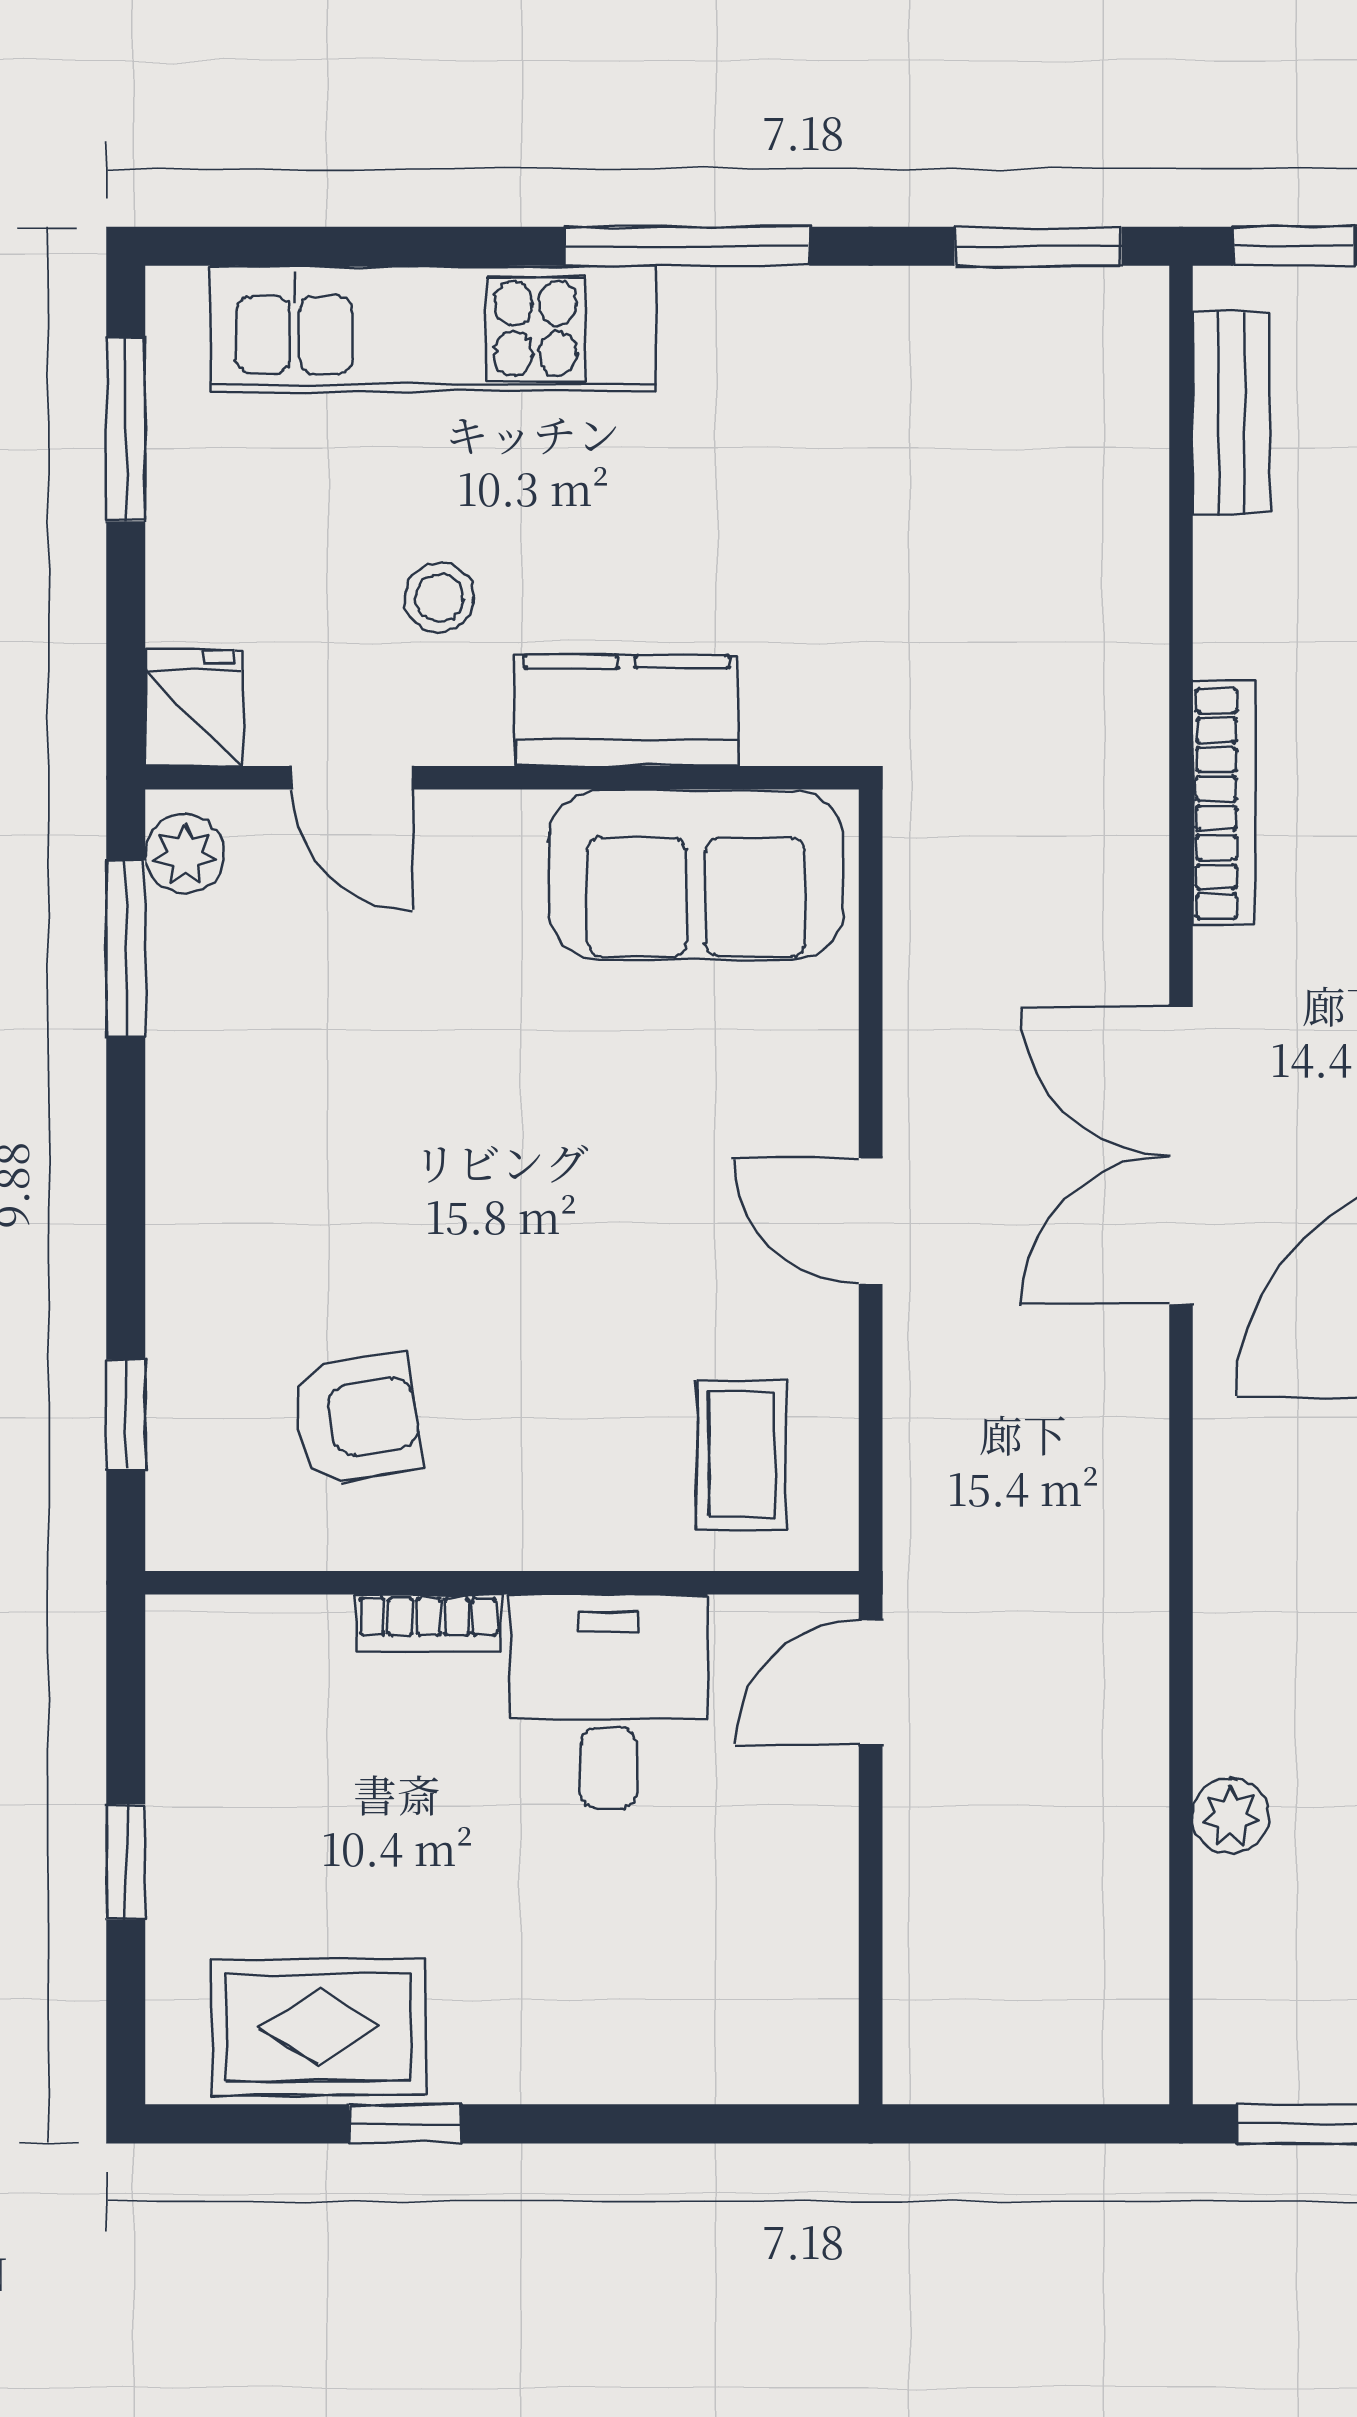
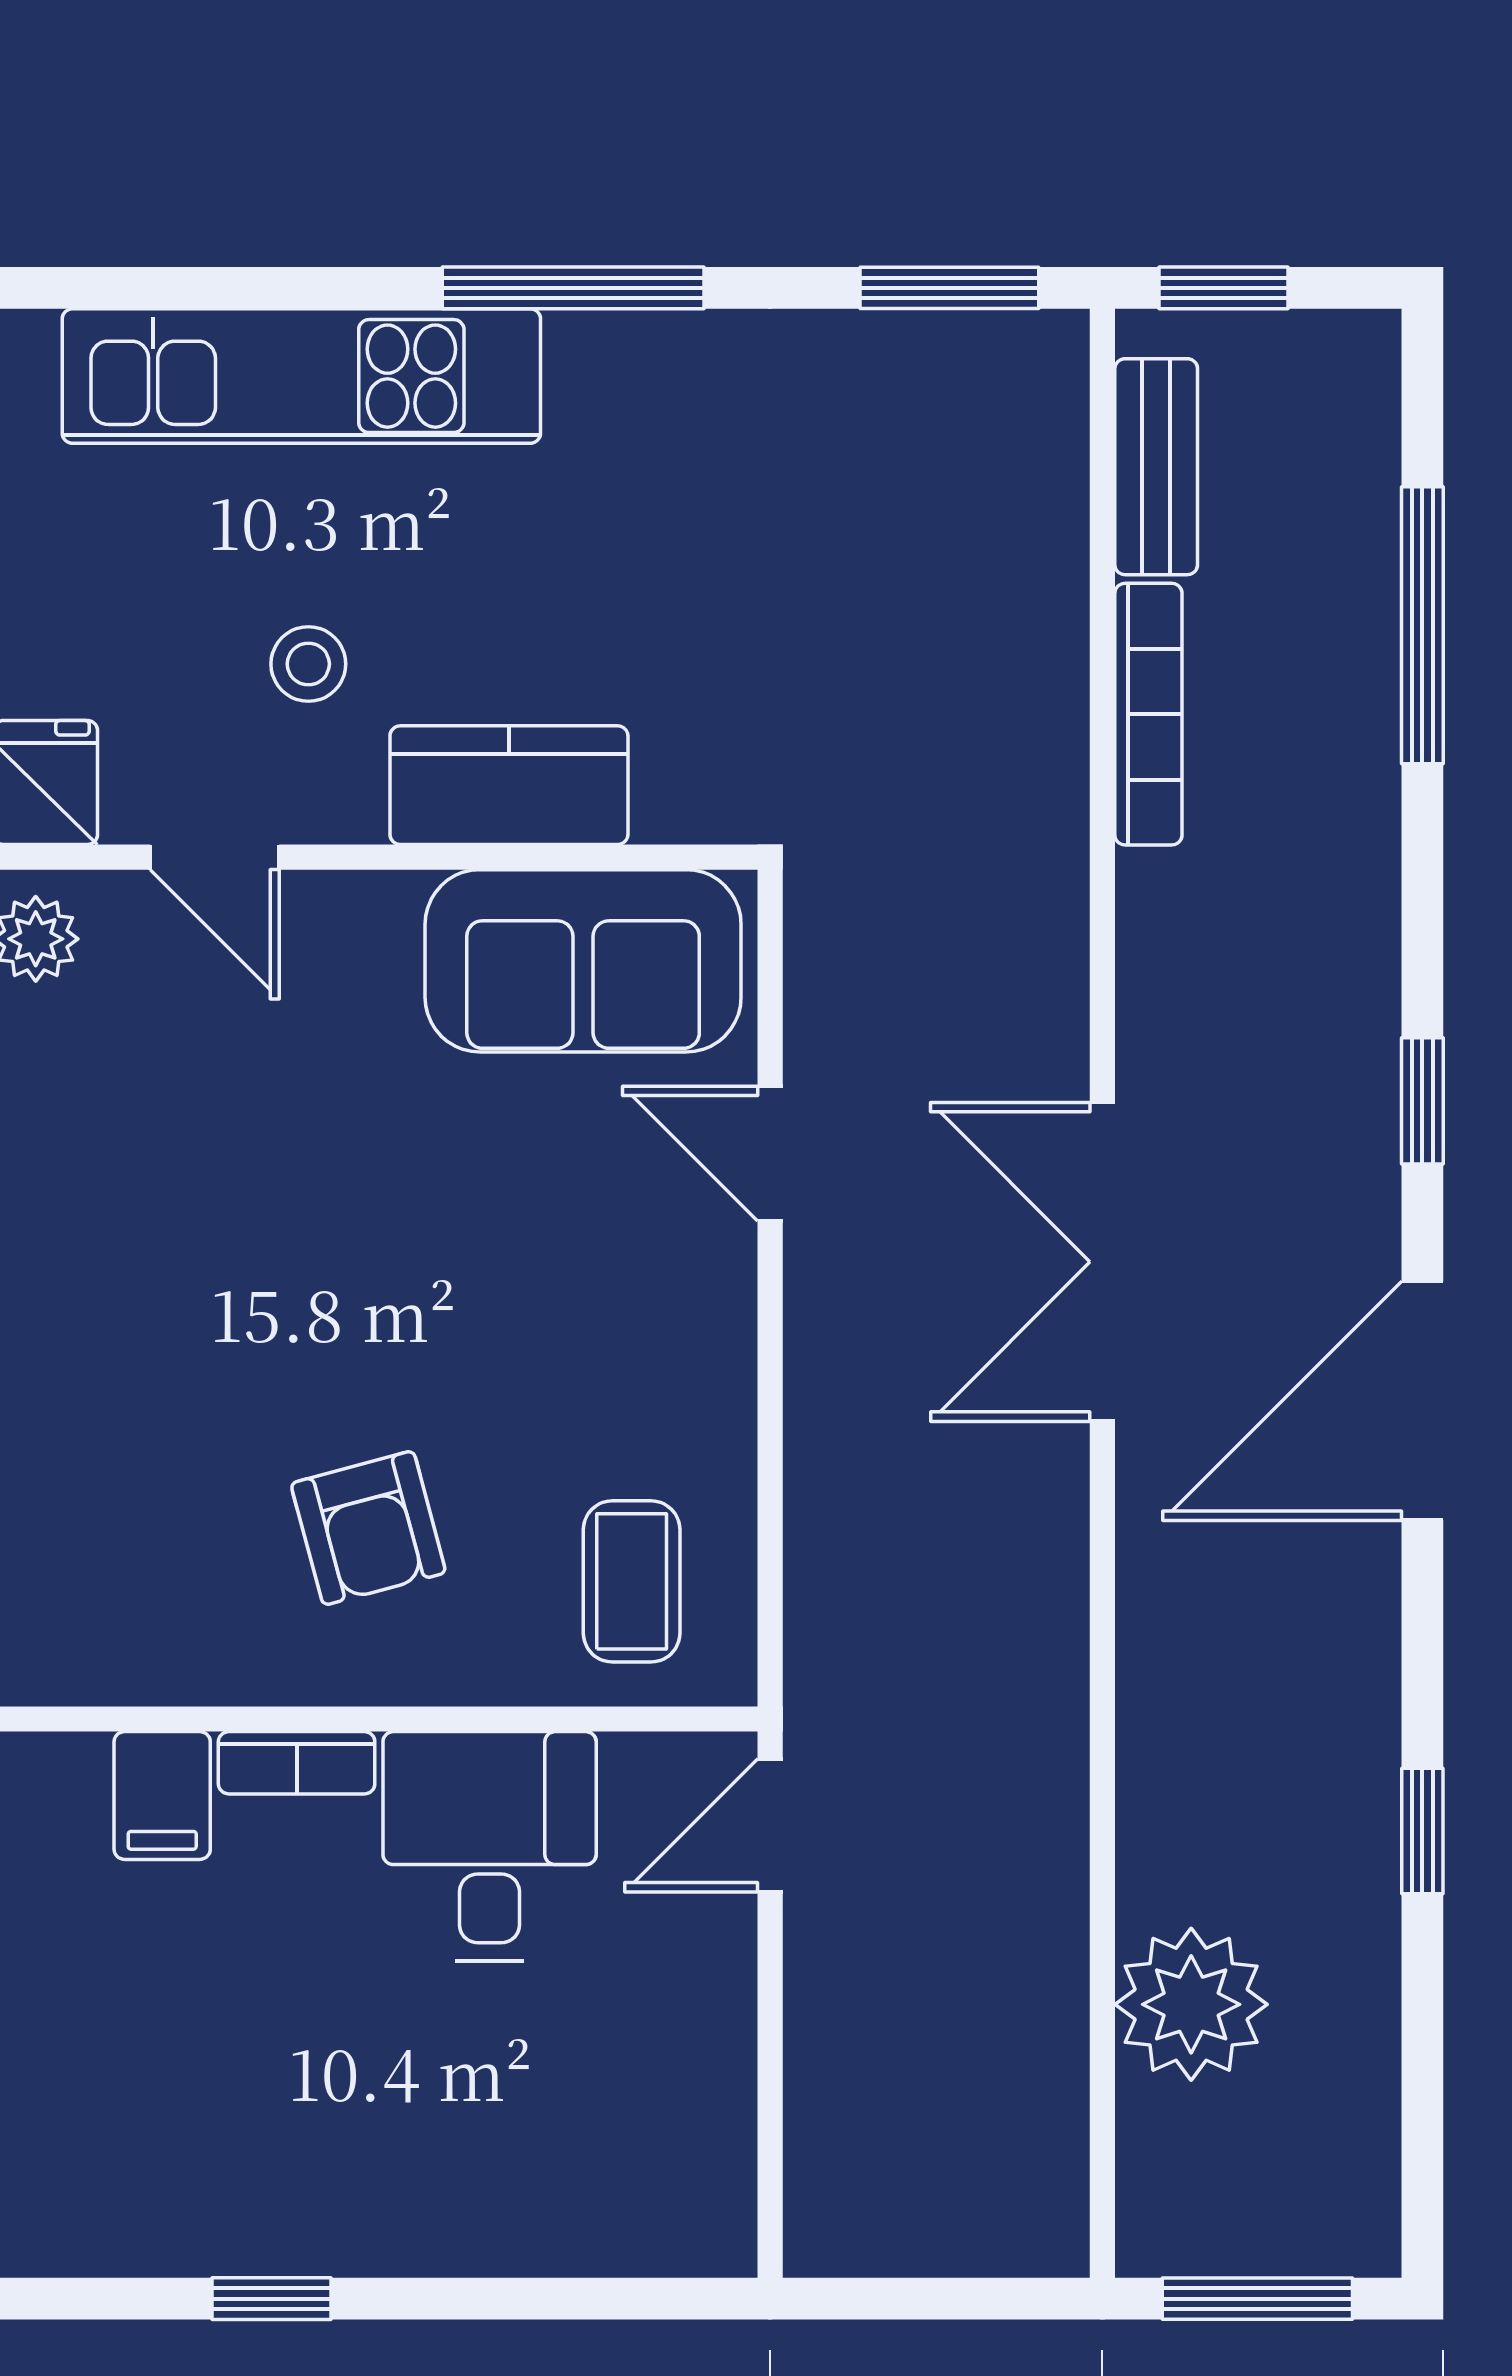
bookcase: (1224, 803) -> (1148, 714), moved
door: (871, 1221) -> (770, 1154), moved
armchair: (356, 1419) -> (368, 1528), moved, turned 84
filing cabinet: (303, 1654) -> (162, 1796), added
plant: (1231, 1816) -> (1191, 2004), width x1.88, depth x1.88
rug: (319, 2027) -> (179, 2195), removed

